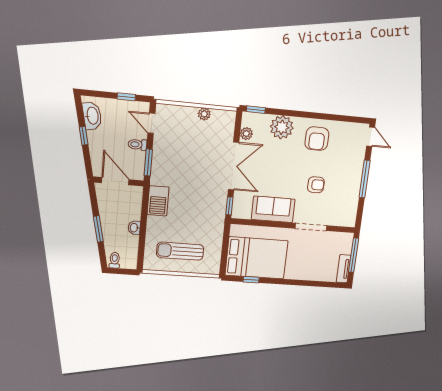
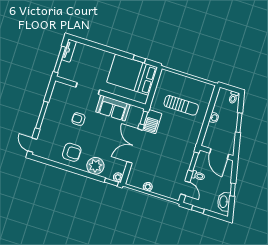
plant: (246, 134) -> (118, 177), moved
armchair: (317, 139) -> (72, 152), turned 90
barbecue: (158, 201) -> (152, 122), moved, turned 180
sun lounger: (180, 251) -> (181, 105), moved

